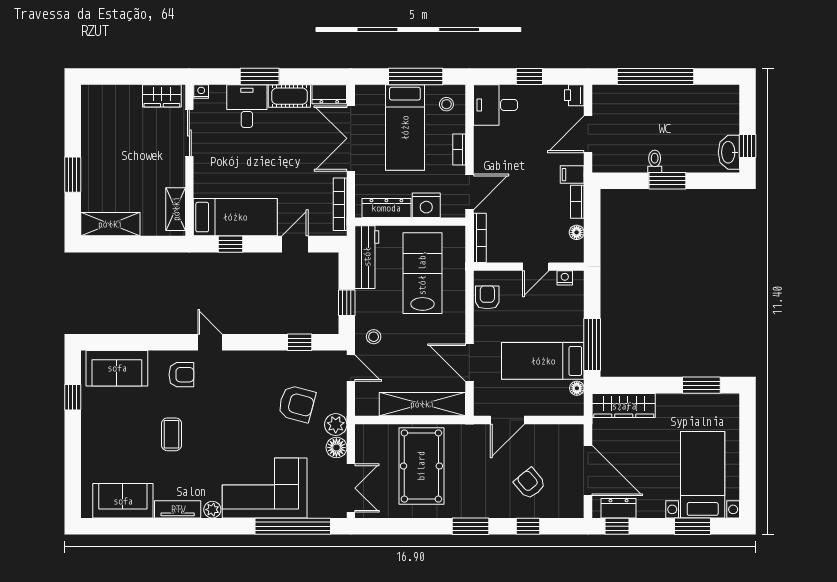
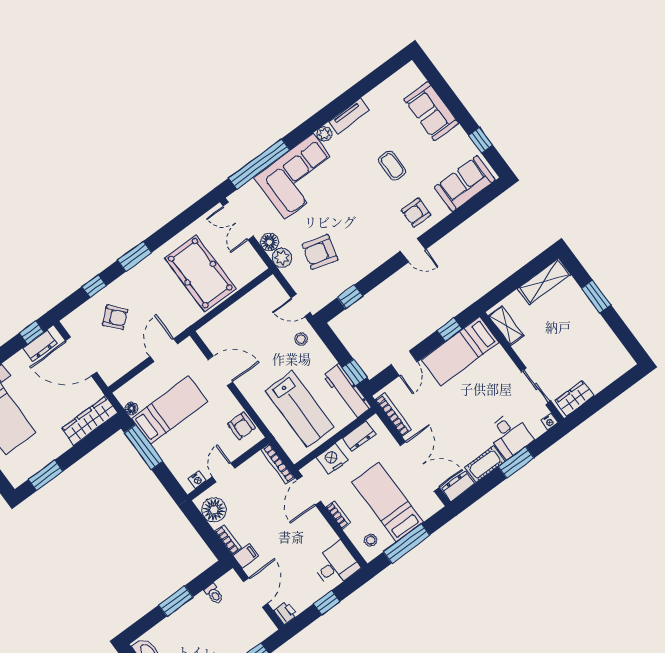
toilet: (655, 161) -> (214, 594), moved
dresser: (386, 208) -> (359, 436), width x0.70
floor lamp: (577, 232) -> (214, 510), width x1.89, depth x1.89
window: (347, 303) -> (355, 372), moved
shelving: (422, 404) -> (232, 317), removed
sofa: (123, 501) -> (431, 111), moved, turned 90

